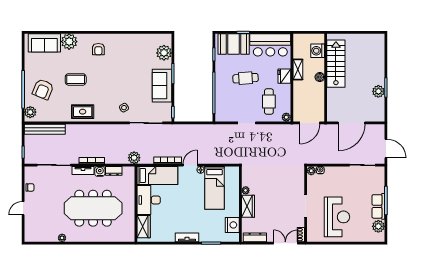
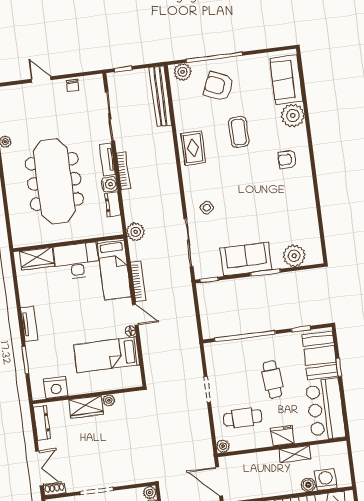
boiler: (320, 77) -> (308, 485), moved

